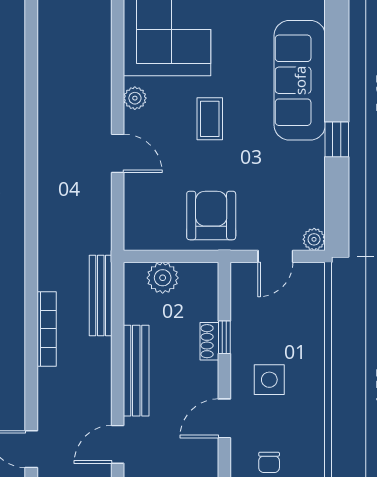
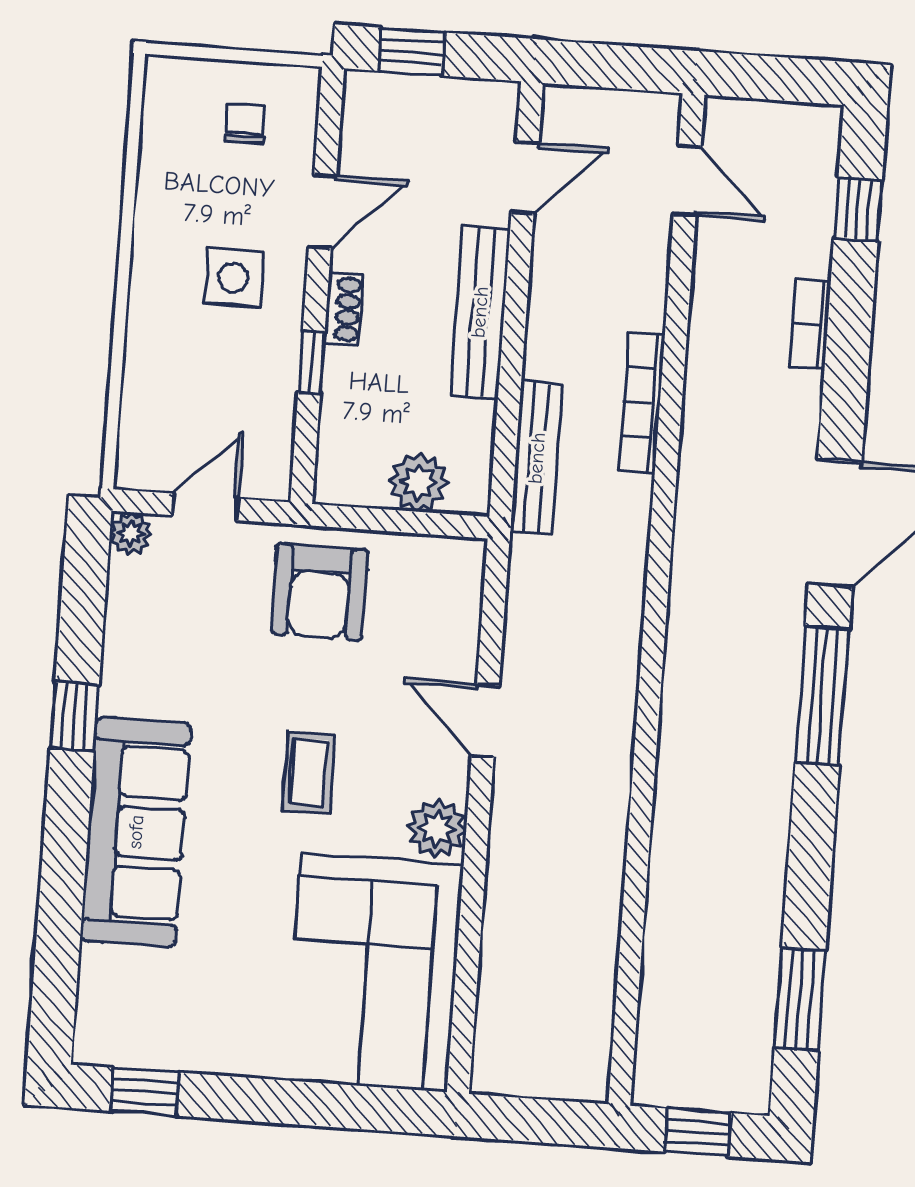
plant: (135, 98) -> (437, 829), width x1.38, depth x1.38
shoe rack: (209, 341) -> (343, 309), moved

